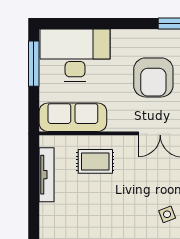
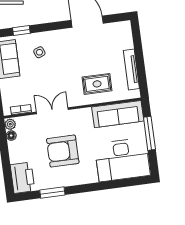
window: (34, 64) -> (149, 133), moved
armchair: (153, 77) -> (63, 151), turned -90

